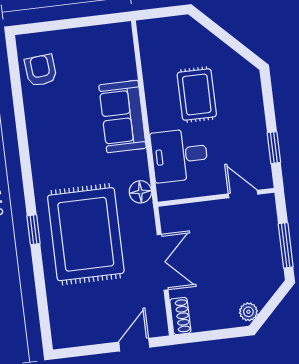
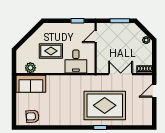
plant: (152, 52) -> (30, 68), added
sofa: (122, 117) -> (31, 84), moved
floor lamp: (140, 192) -> (89, 80), removed
door: (134, 345) -> (154, 91), hinge flipped

